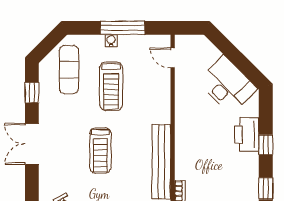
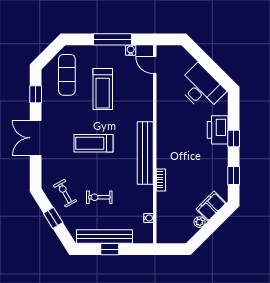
water cooler: (111, 41) -> (131, 50), moved
treadmill: (100, 150) -> (94, 143), turned 90

